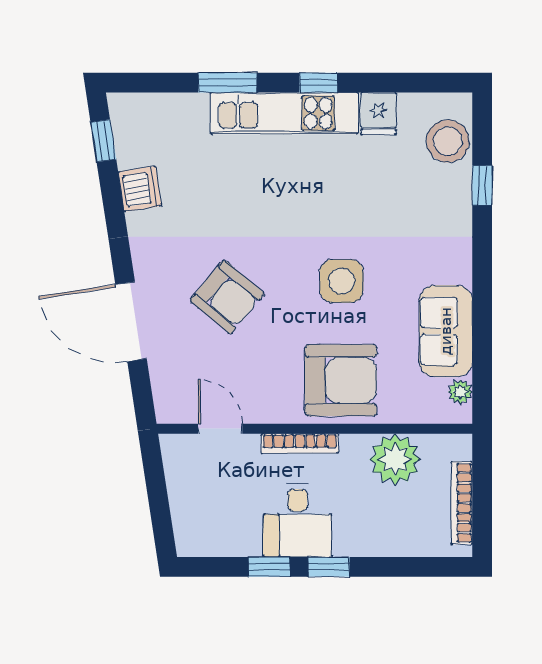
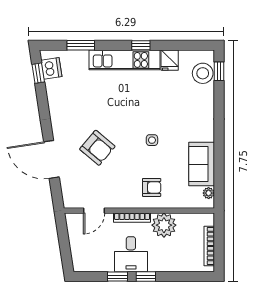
window: (228, 83) -> (81, 45), moved
window: (482, 185) -> (219, 71), moved
dishwasher: (140, 189) -> (51, 68), moved
side table: (342, 281) -> (152, 140), width x0.54, depth x0.54
armchair: (341, 380) -> (152, 187), width x0.53, depth x0.53
door: (220, 429) -> (94, 211), swing flipped
plant: (395, 459) -> (164, 225), moved

